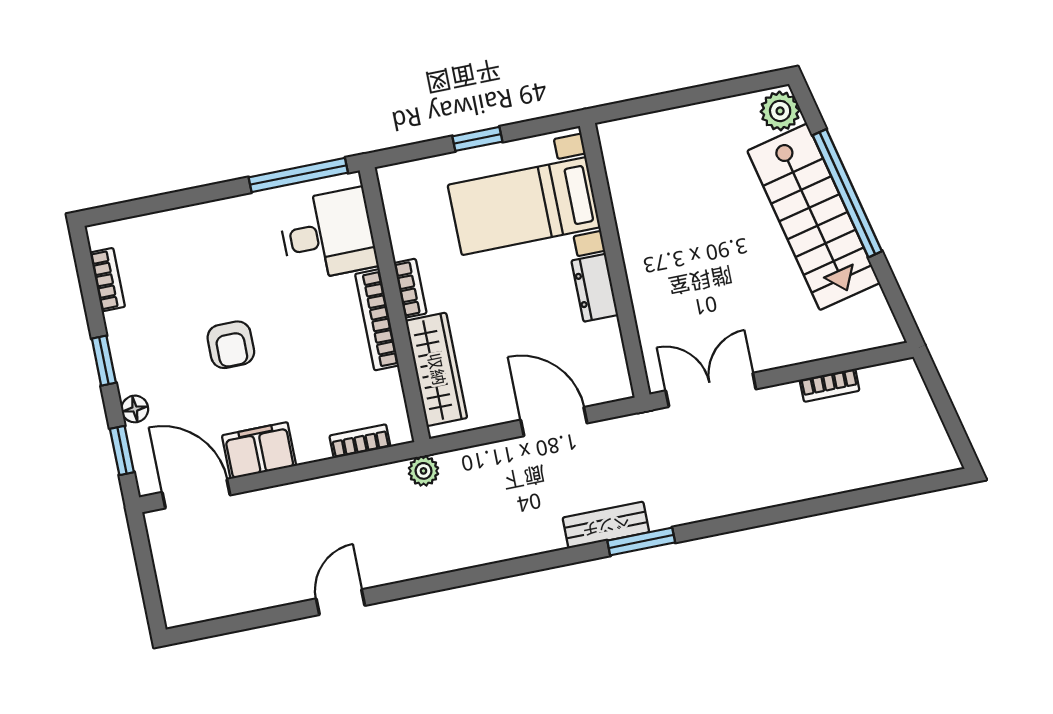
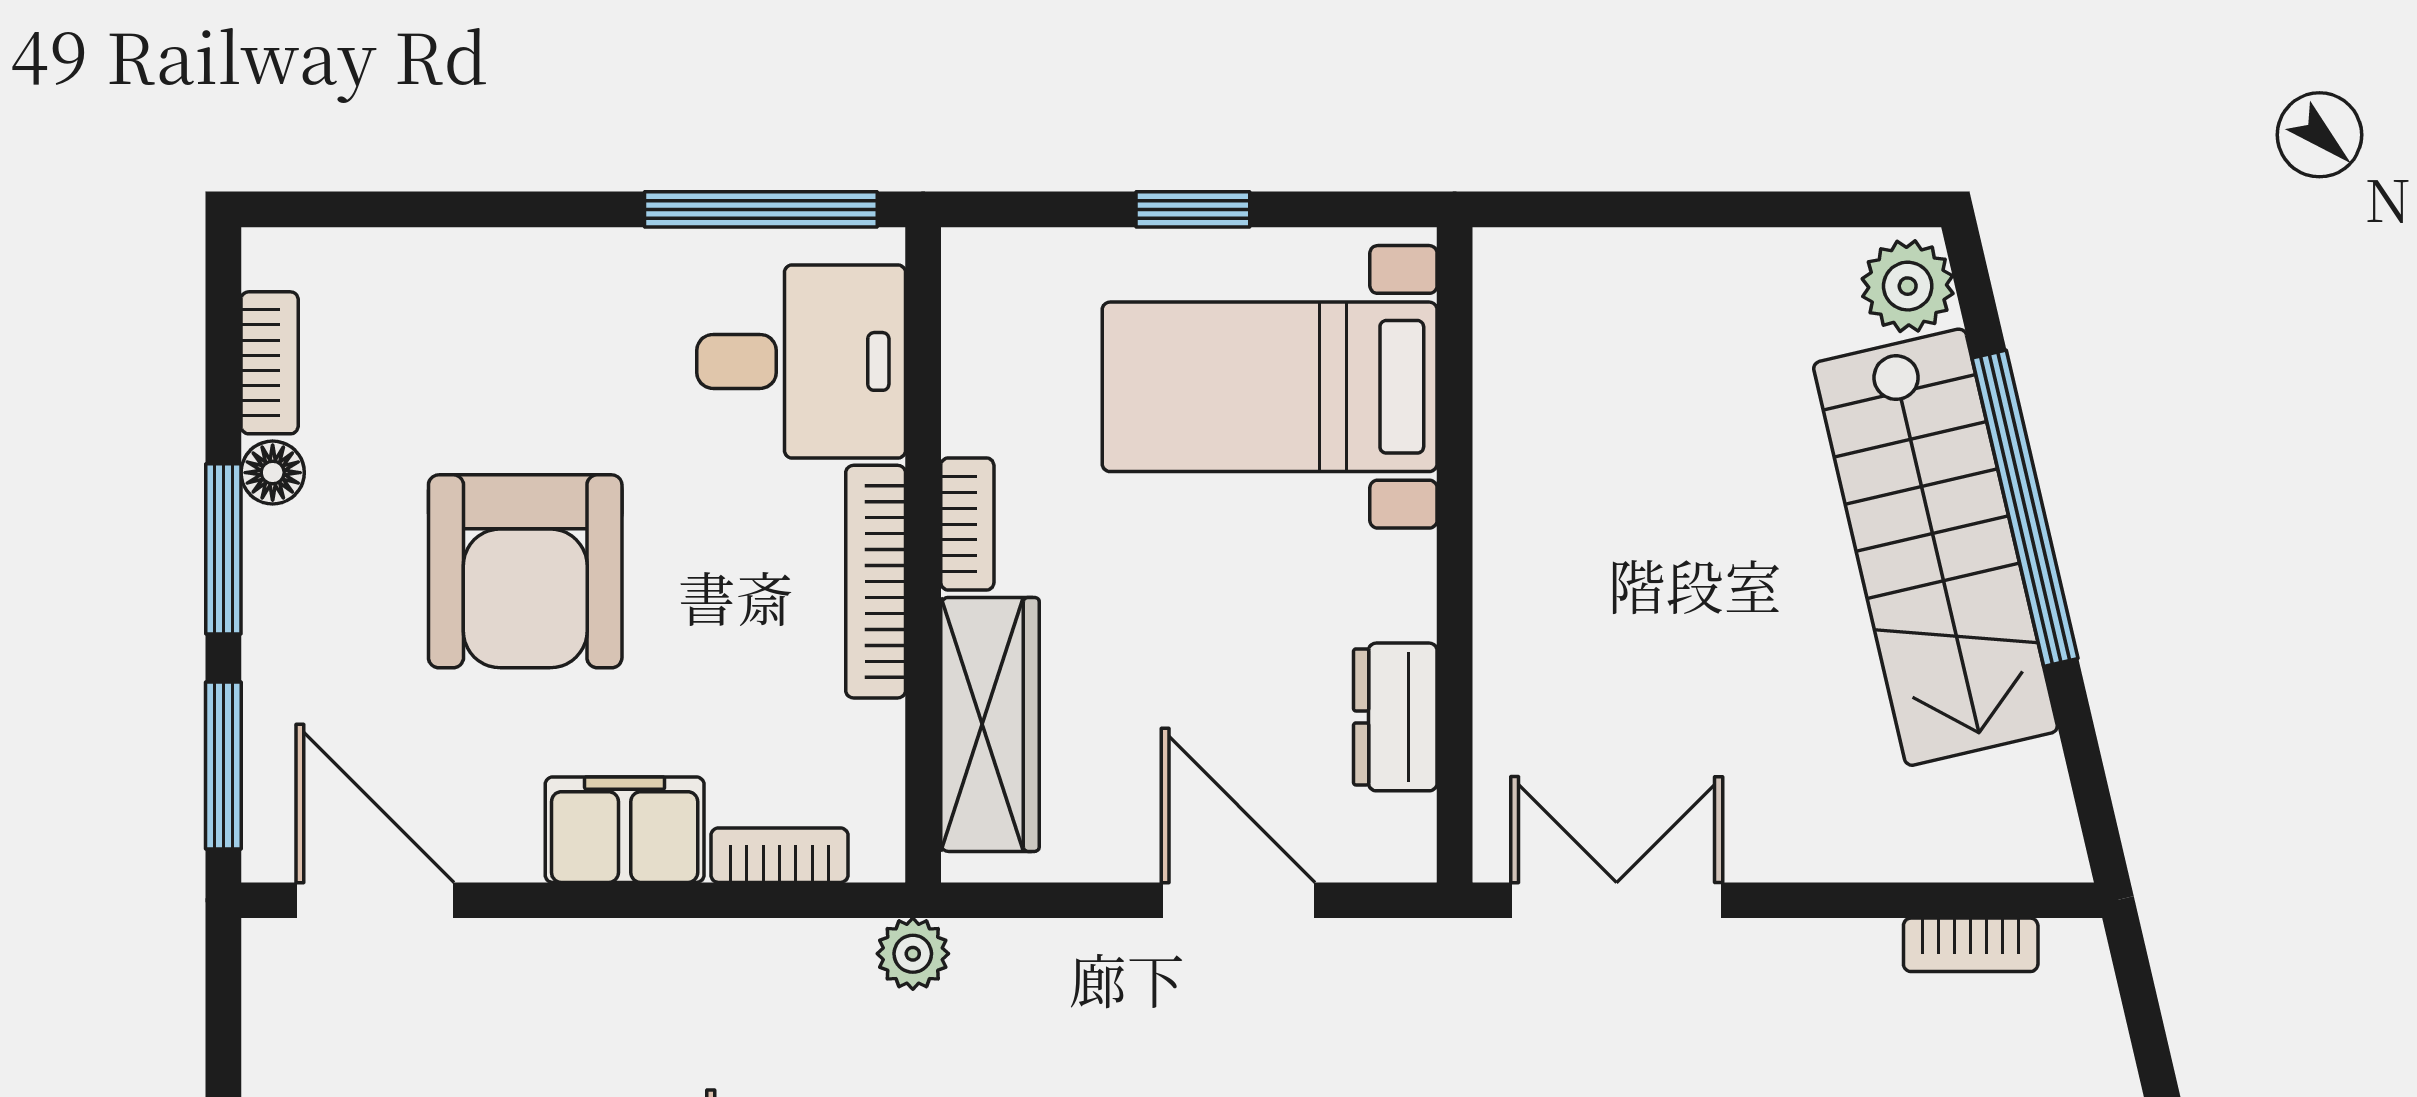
dresser: (595, 288) -> (1395, 717), moved
armchair: (231, 345) -> (525, 571), width x1.88, depth x1.88
window: (104, 361) -> (223, 549), width x1.50
bookcase: (830, 385) -> (1971, 945), moved
floor lamp: (135, 409) -> (273, 473), moved
window: (122, 450) -> (223, 765), width x1.50
filing cabinet: (259, 451) -> (625, 830), moved

